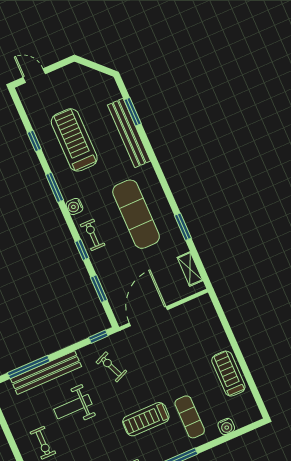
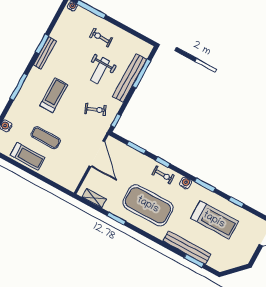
exercise mat: (136, 214) -> (148, 205), width x1.47
weight bench: (73, 407) -> (100, 71), turned 180
exercise mat: (190, 417) -> (46, 138), moved

